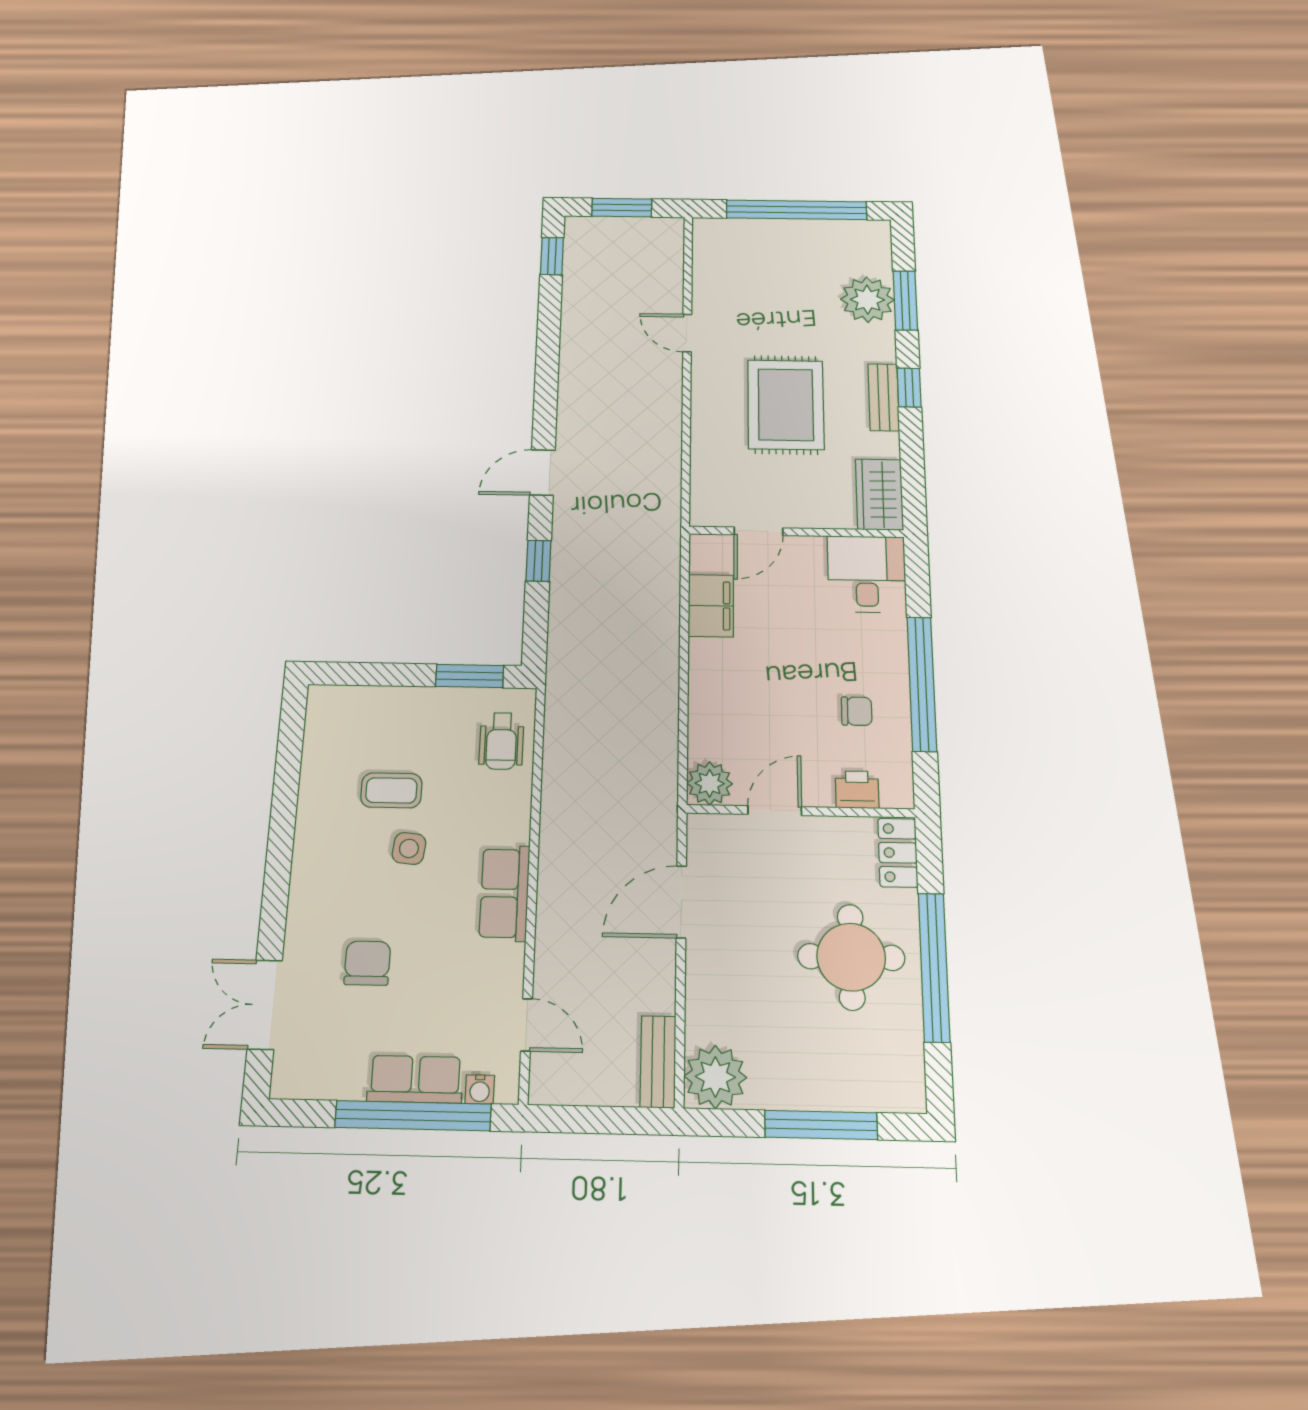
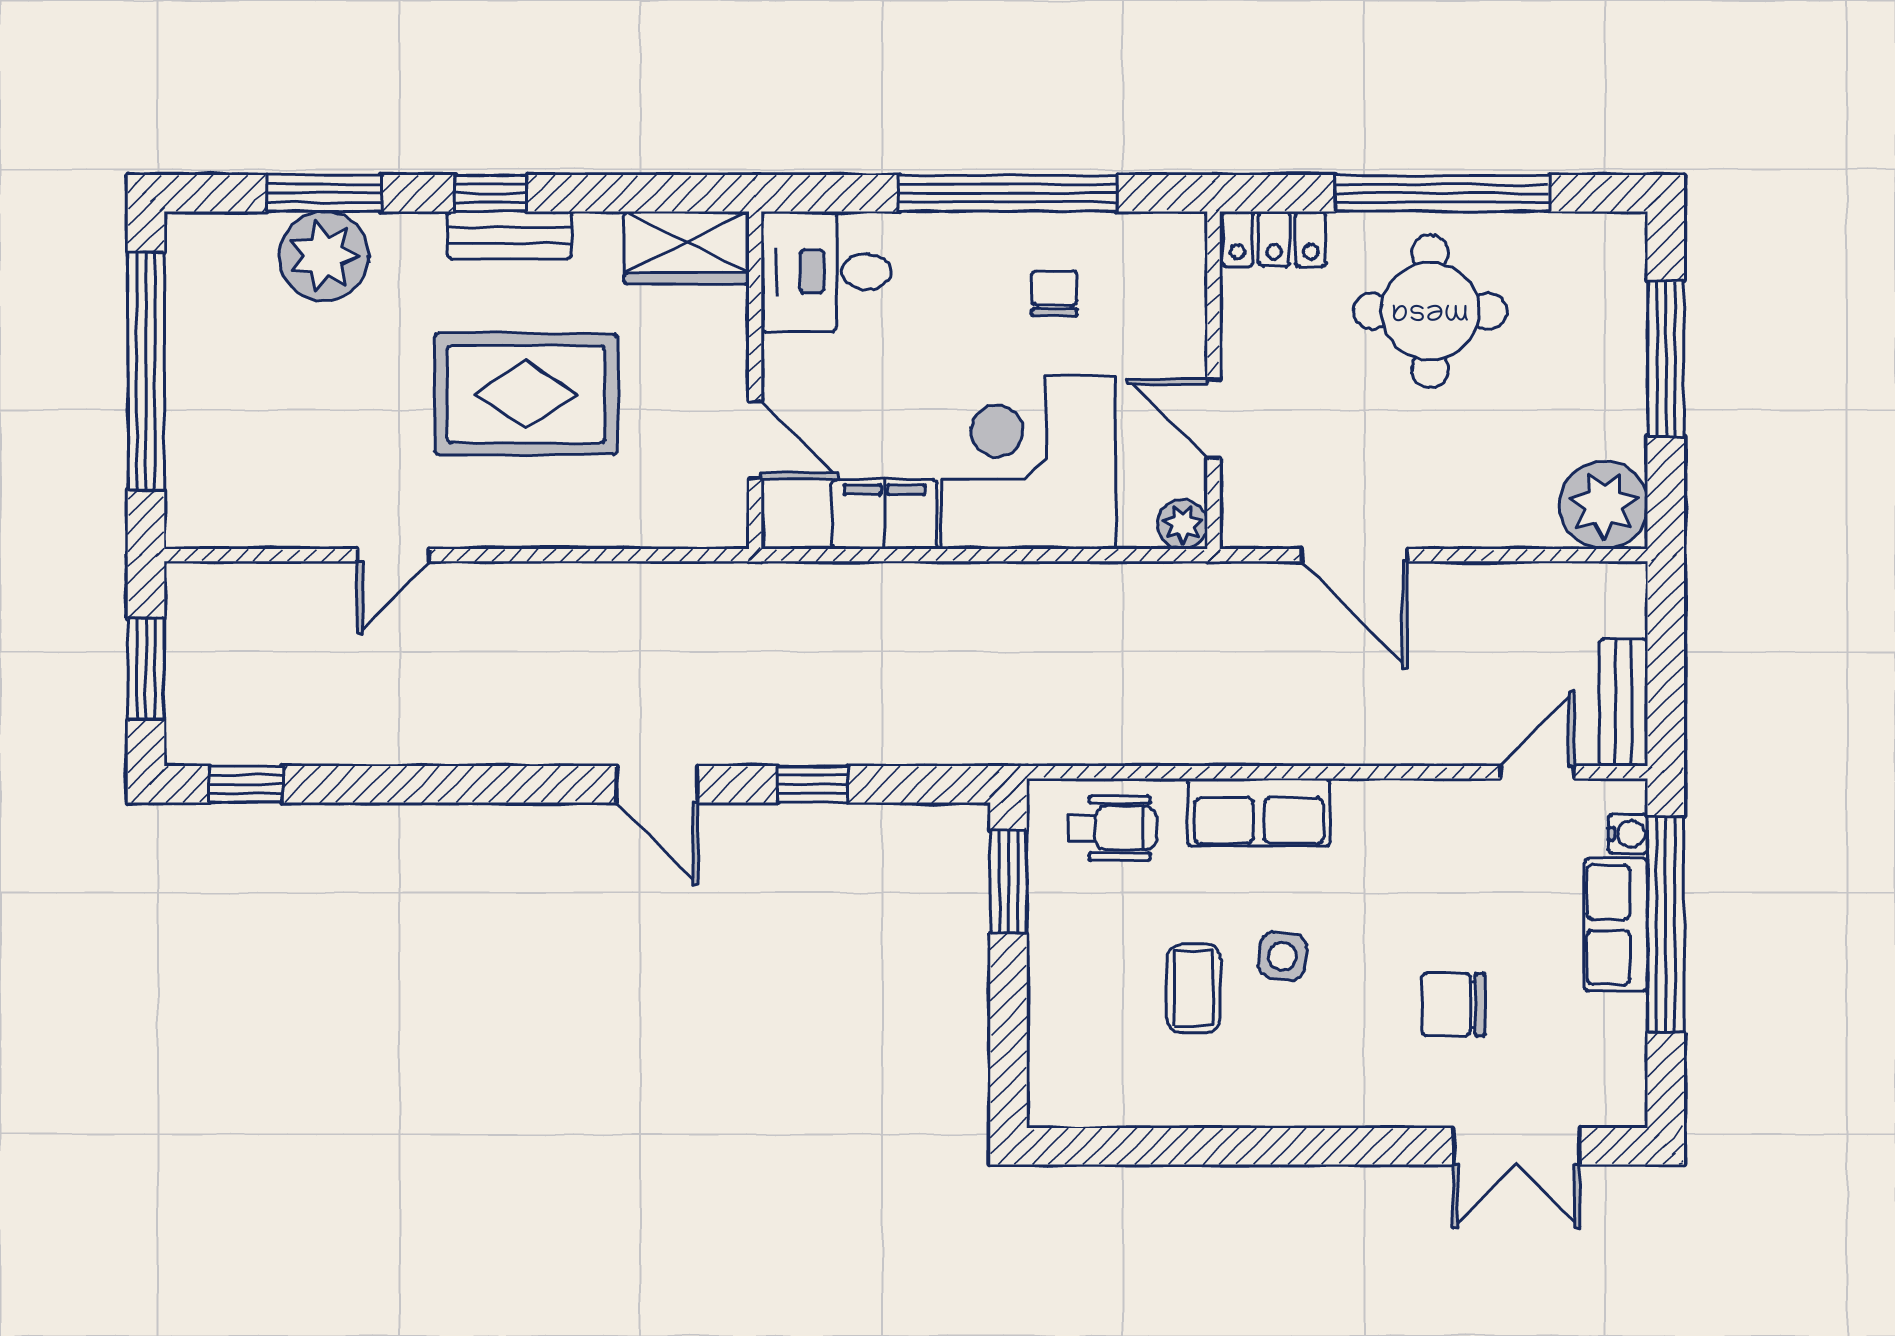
corner desk: (745, 693) -> (1028, 462), added
plant: (710, 783) -> (1183, 524), width x0.73, depth x0.73
printer: (857, 790) -> (1179, 296), removed
row of seats: (505, 893) -> (1259, 812), moved
bench: (658, 1062) -> (1623, 703), moved, turned 90

